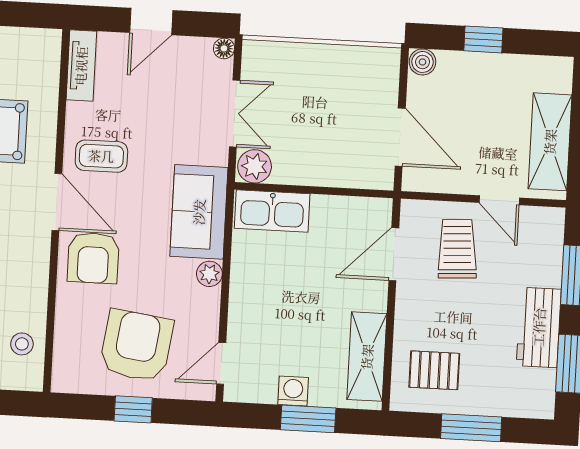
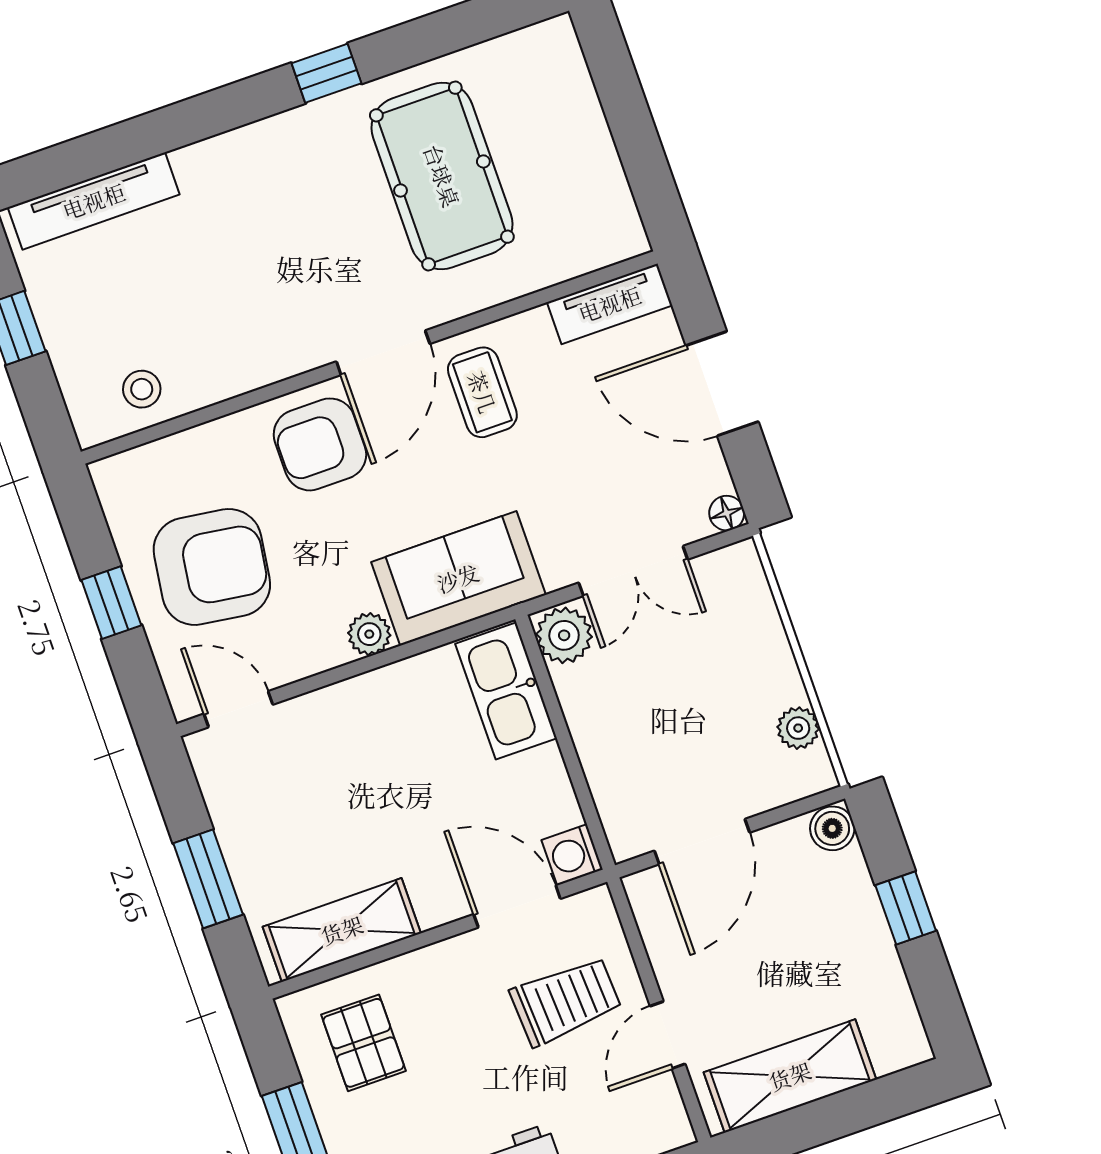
door: (151, 21) -> (722, 384), width x1.38
plant: (359, 58) -> (798, 728), added
washing machine: (293, 391) -> (572, 855), moved, turned 180

